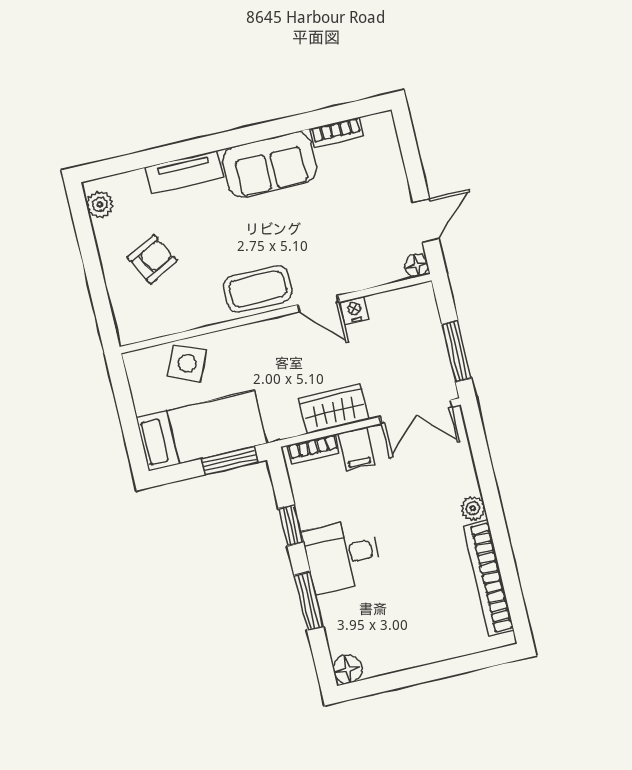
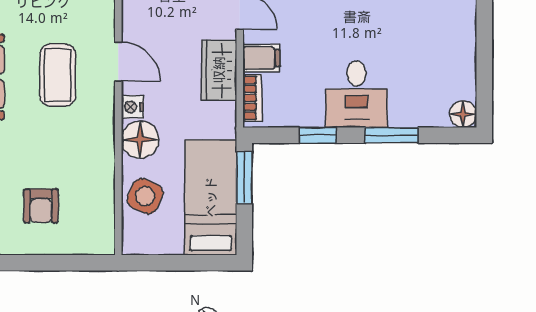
armchair: (152, 259) -> (41, 206), turned -152
coffee table: (258, 289) -> (58, 75), moved
door: (318, 304) -> (118, 62), hinge flipped
nightstand: (354, 310) -> (132, 107), moved
floor lamp: (244, 345) -> (140, 140), added

